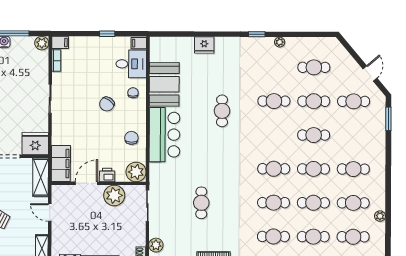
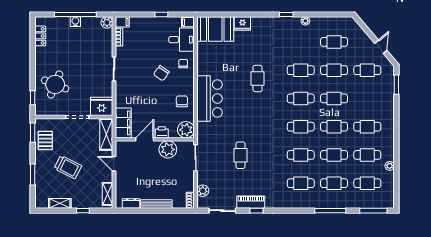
booth: (164, 84) -> (215, 29), moved, turned 90
cafe table: (274, 135) -> (301, 98), added

